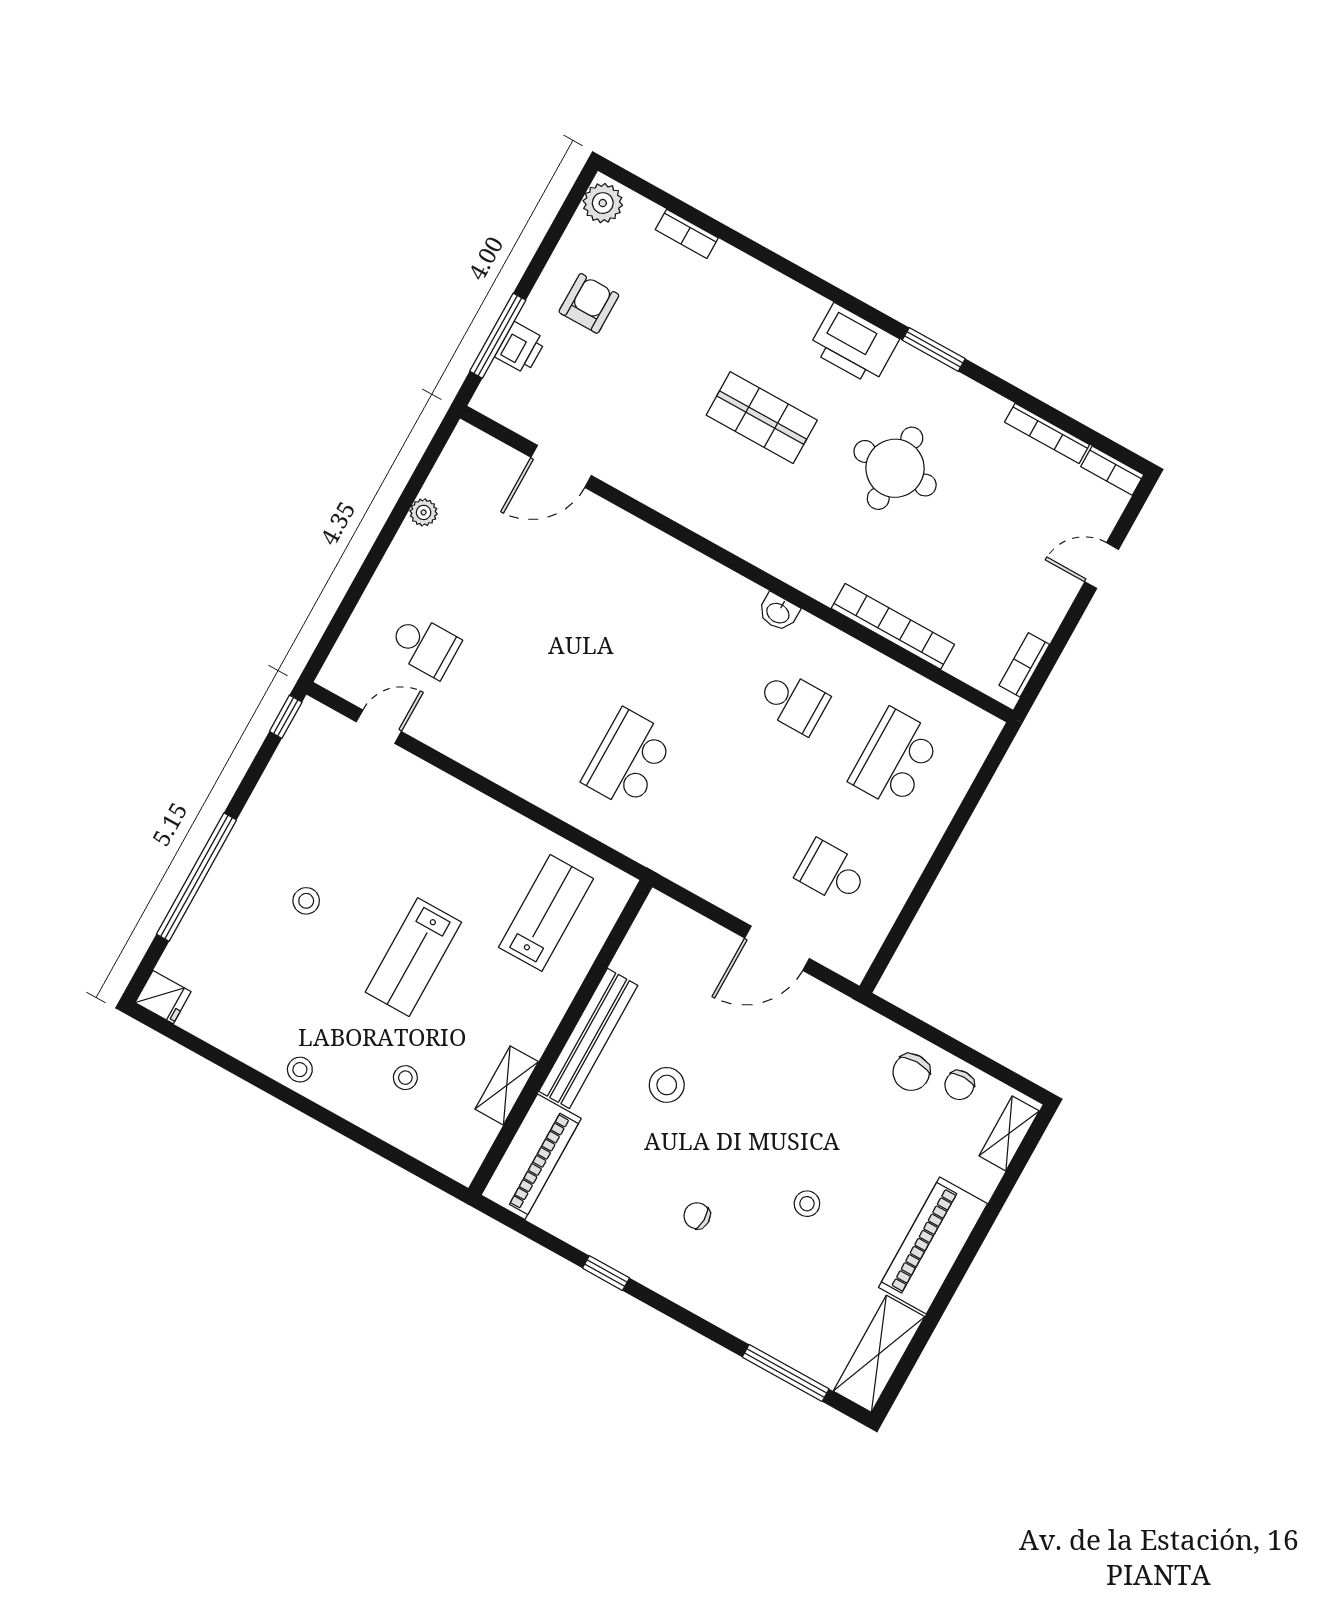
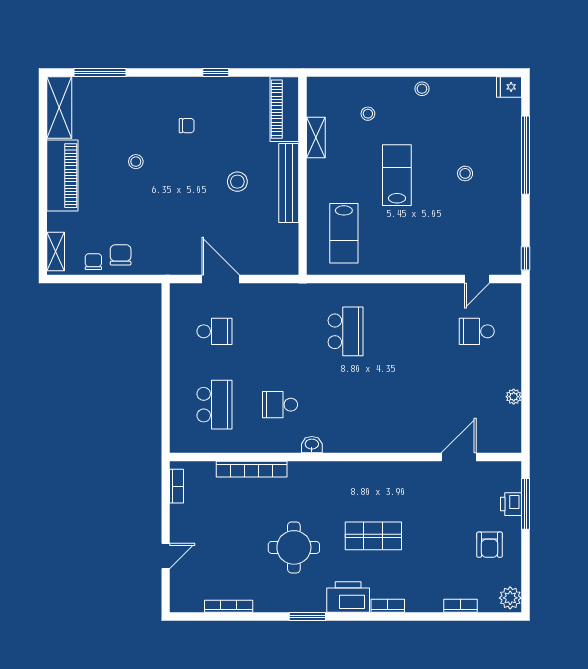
bookcase: (1112, 471) -> (388, 606), moved
door: (777, 948) -> (221, 279), hinge flipped

